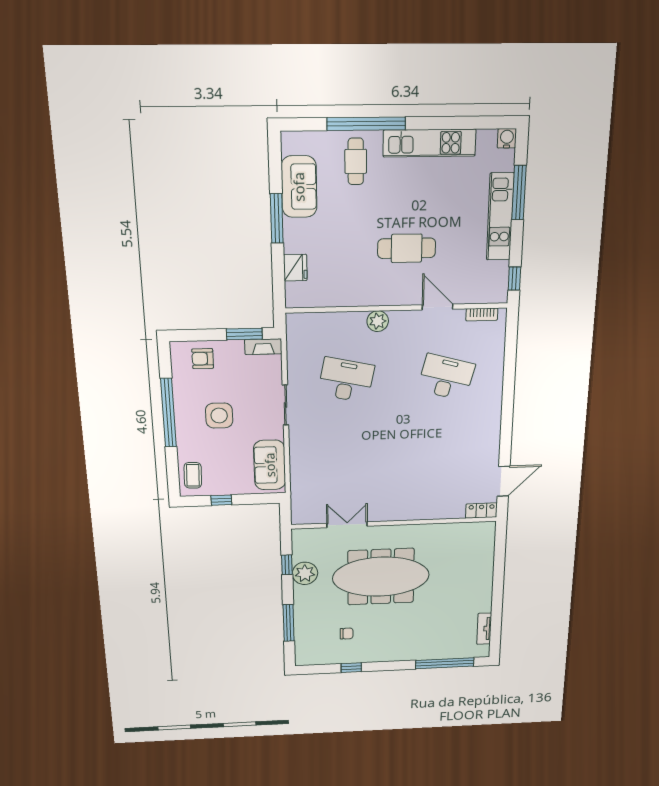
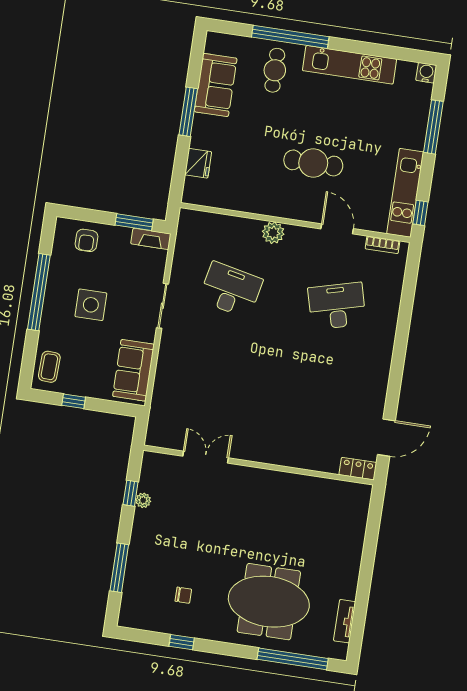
kitchen unit: (500, 217) -> (405, 193), moved
armchair: (203, 359) -> (86, 240), turned -90
desk: (446, 377) -> (337, 306), turned -30
plant: (305, 573) -> (143, 500), width x0.53, depth x0.53
meeting table: (381, 577) -> (269, 602), moved, width x0.73

